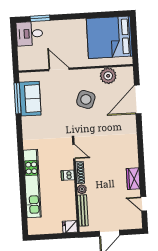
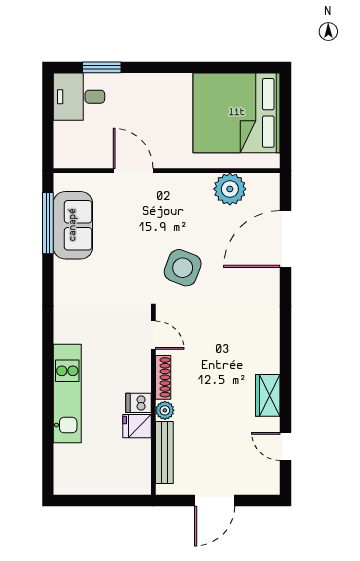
side table: (86, 99) -> (183, 268), moved
dishwasher: (68, 175) -> (139, 403), moved
kitchen unit: (32, 184) -> (67, 393), width x0.73
fridge: (70, 227) -> (137, 426), moved

